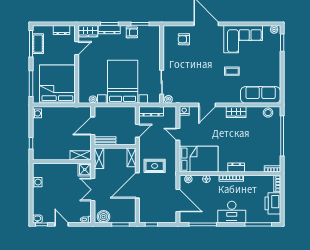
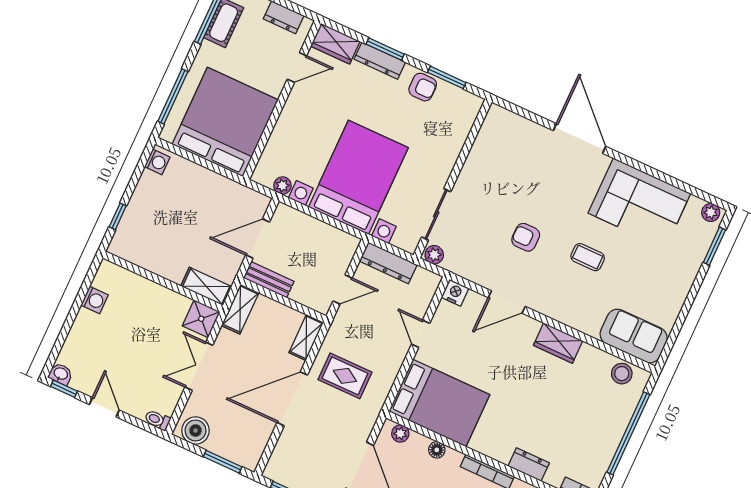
armchair: (184, 39) -> (526, 237), moved
sofa: (261, 95) -> (634, 336), width x0.73
dresser: (236, 168) -> (529, 465), moved

